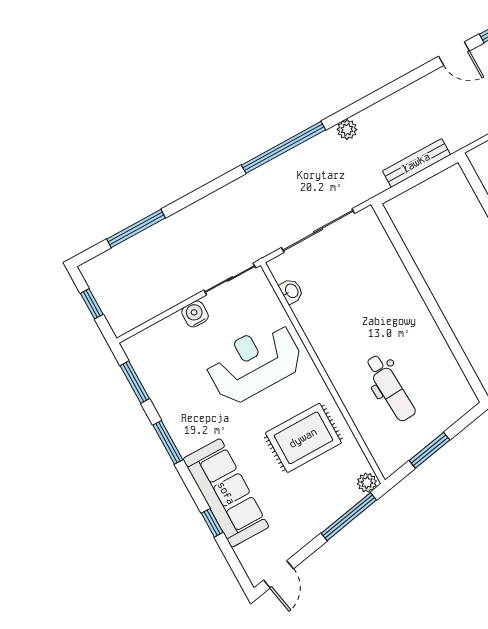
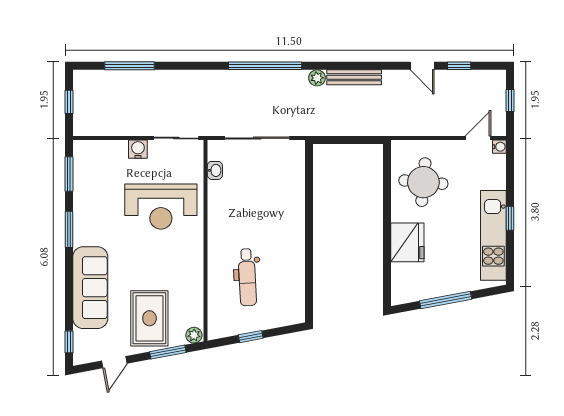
bench: (416, 163) -> (354, 77), moved
reception desk: (254, 363) -> (161, 207), turned 180
rug: (303, 438) -> (149, 318), moved, turned 90
window: (429, 450) -> (251, 337), width x0.67
window: (349, 517) -> (168, 352), width x0.69
window: (212, 523) -> (69, 342), moved
door: (278, 574) -> (114, 362), moved

